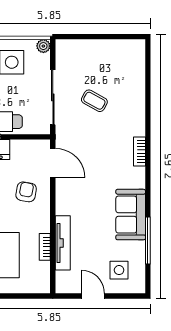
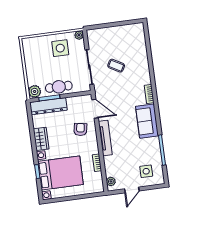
sofa: (131, 215) -> (147, 121), moved
tv unit: (63, 243) -> (105, 138), moved
plant: (62, 279) -> (111, 181), added
door: (93, 296) -> (132, 190), swing flipped

